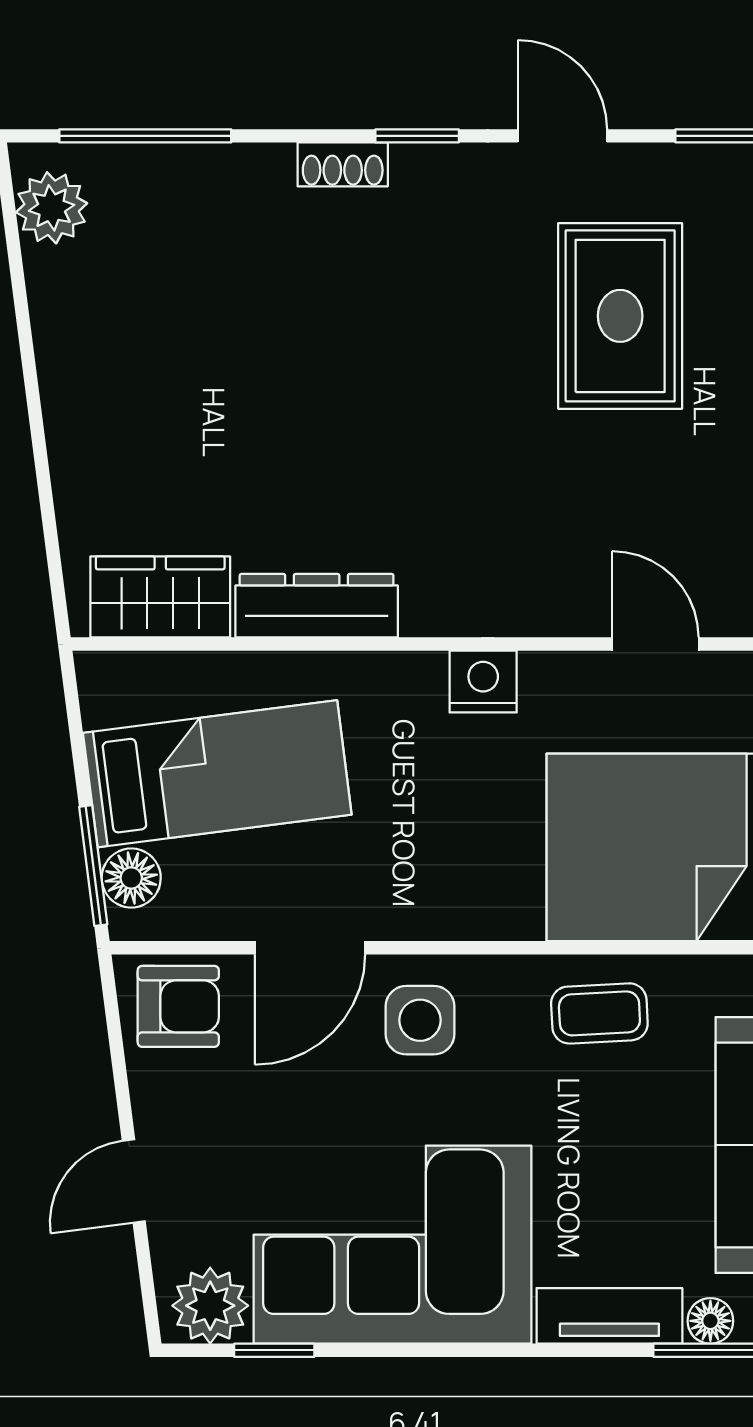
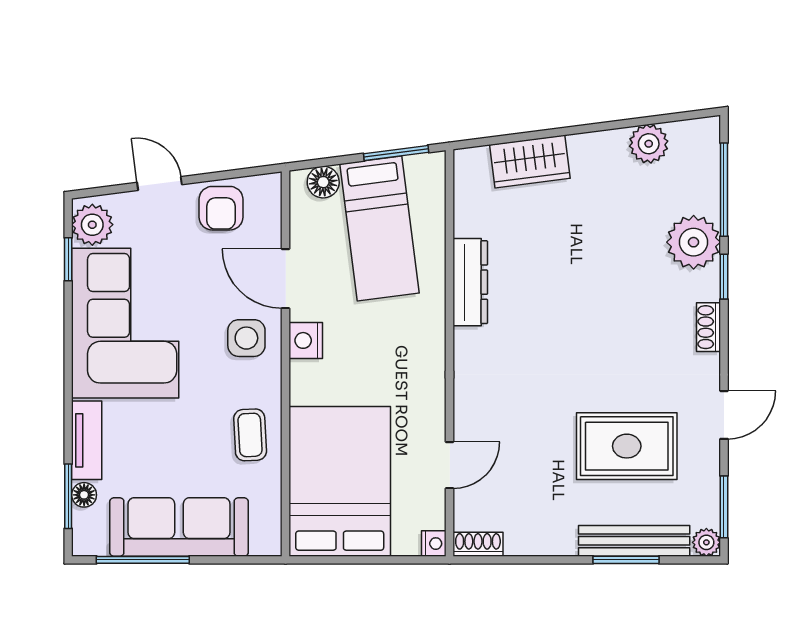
window: (417, 136) -> (724, 277), moved
shoe rack: (343, 164) -> (709, 327), moved
plant: (242, 192) -> (694, 242), added
plant: (52, 208) -> (649, 144), moved
wardrobe: (160, 597) -> (530, 161), moved, turned 83
nightstand: (483, 682) -> (306, 340), moved, turned 180
window: (93, 866) -> (396, 153), moved
armchair: (178, 1006) -> (221, 208), moved

